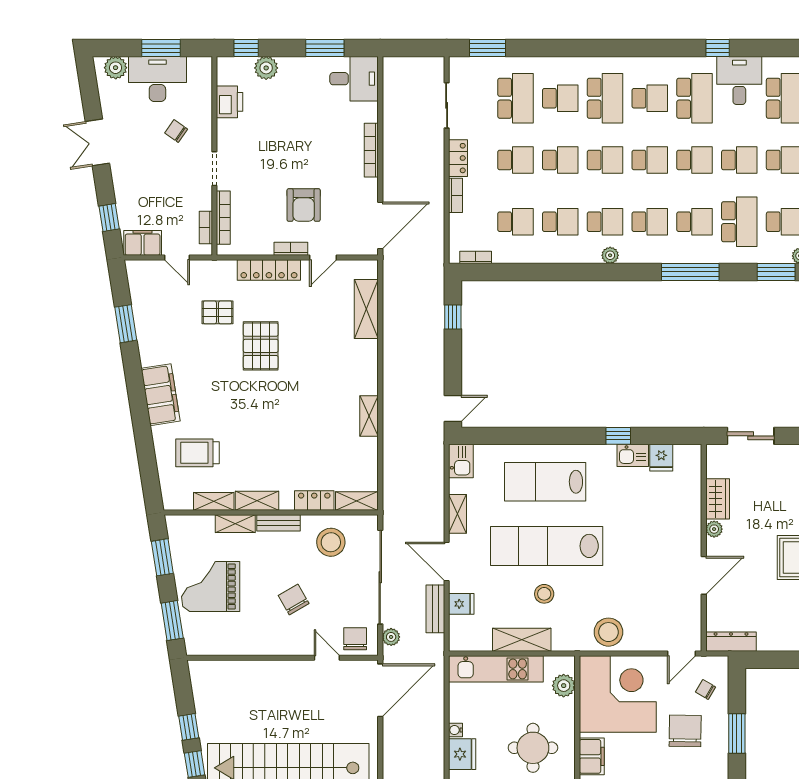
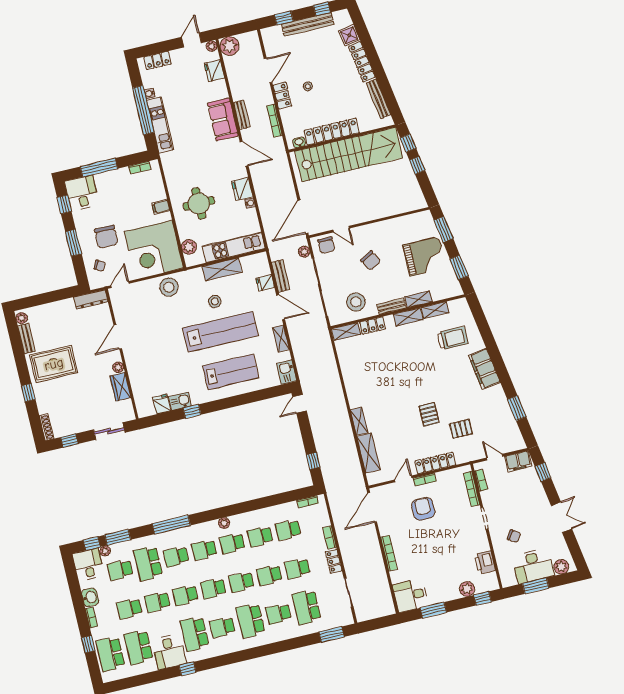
pallet: (261, 346) -> (429, 414), width x0.67, depth x0.71
shelving: (369, 416) -> (359, 421), moved
filing cabinet: (592, 756) -> (161, 207), width x0.50

